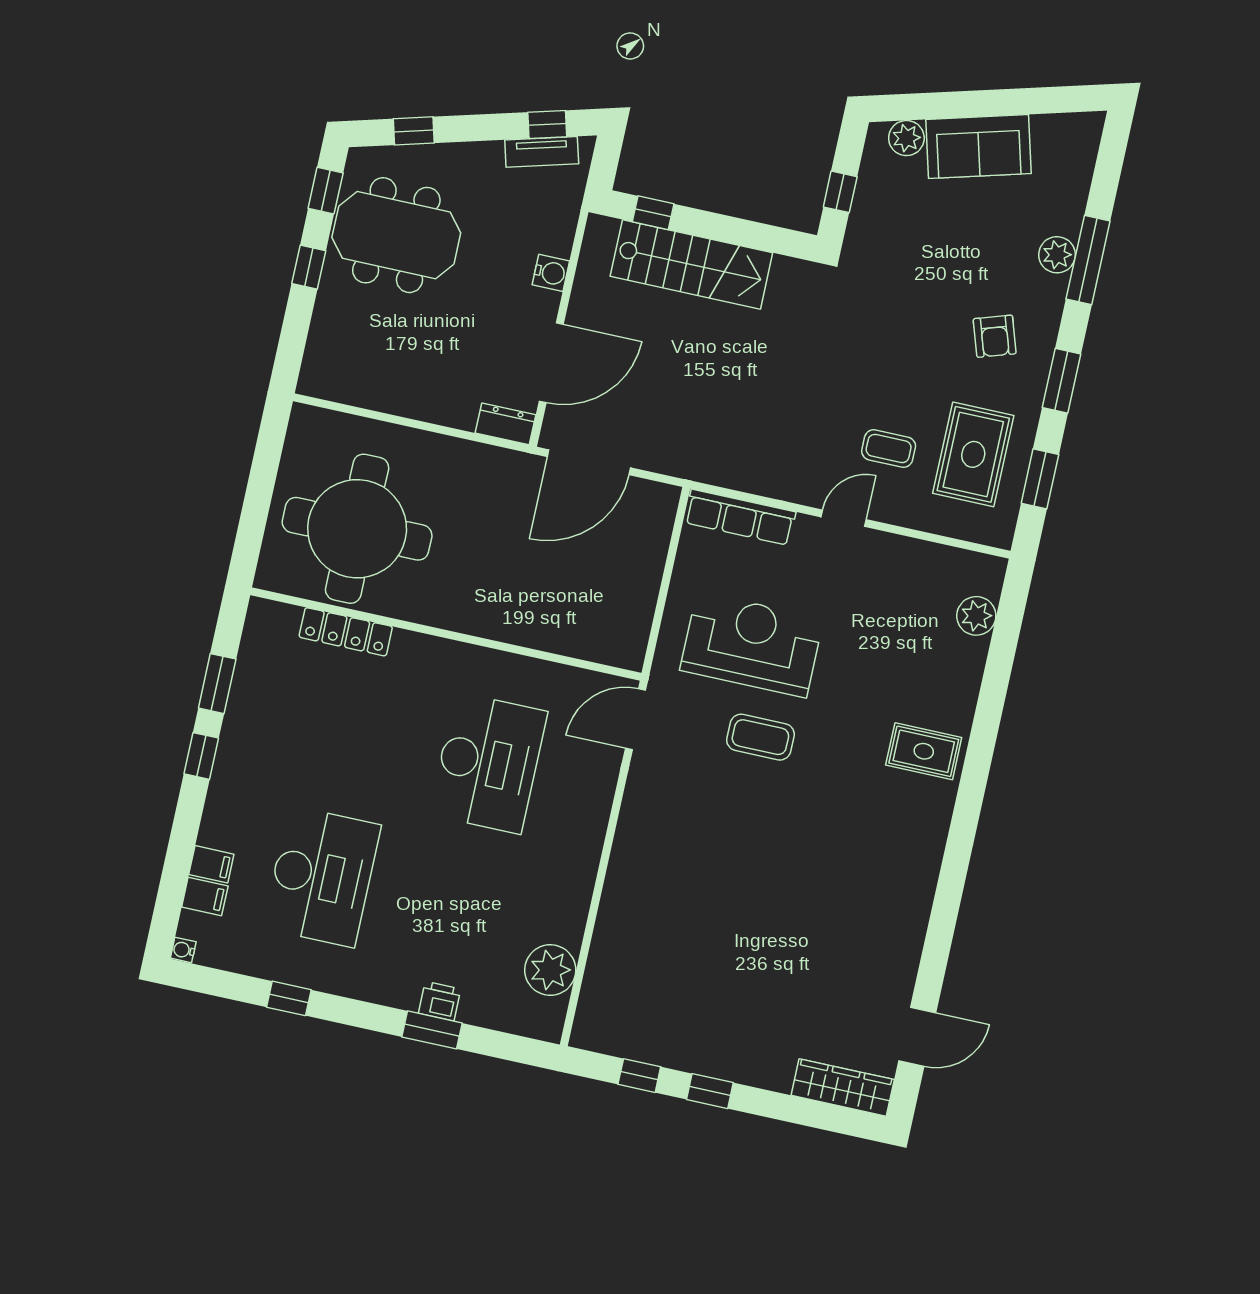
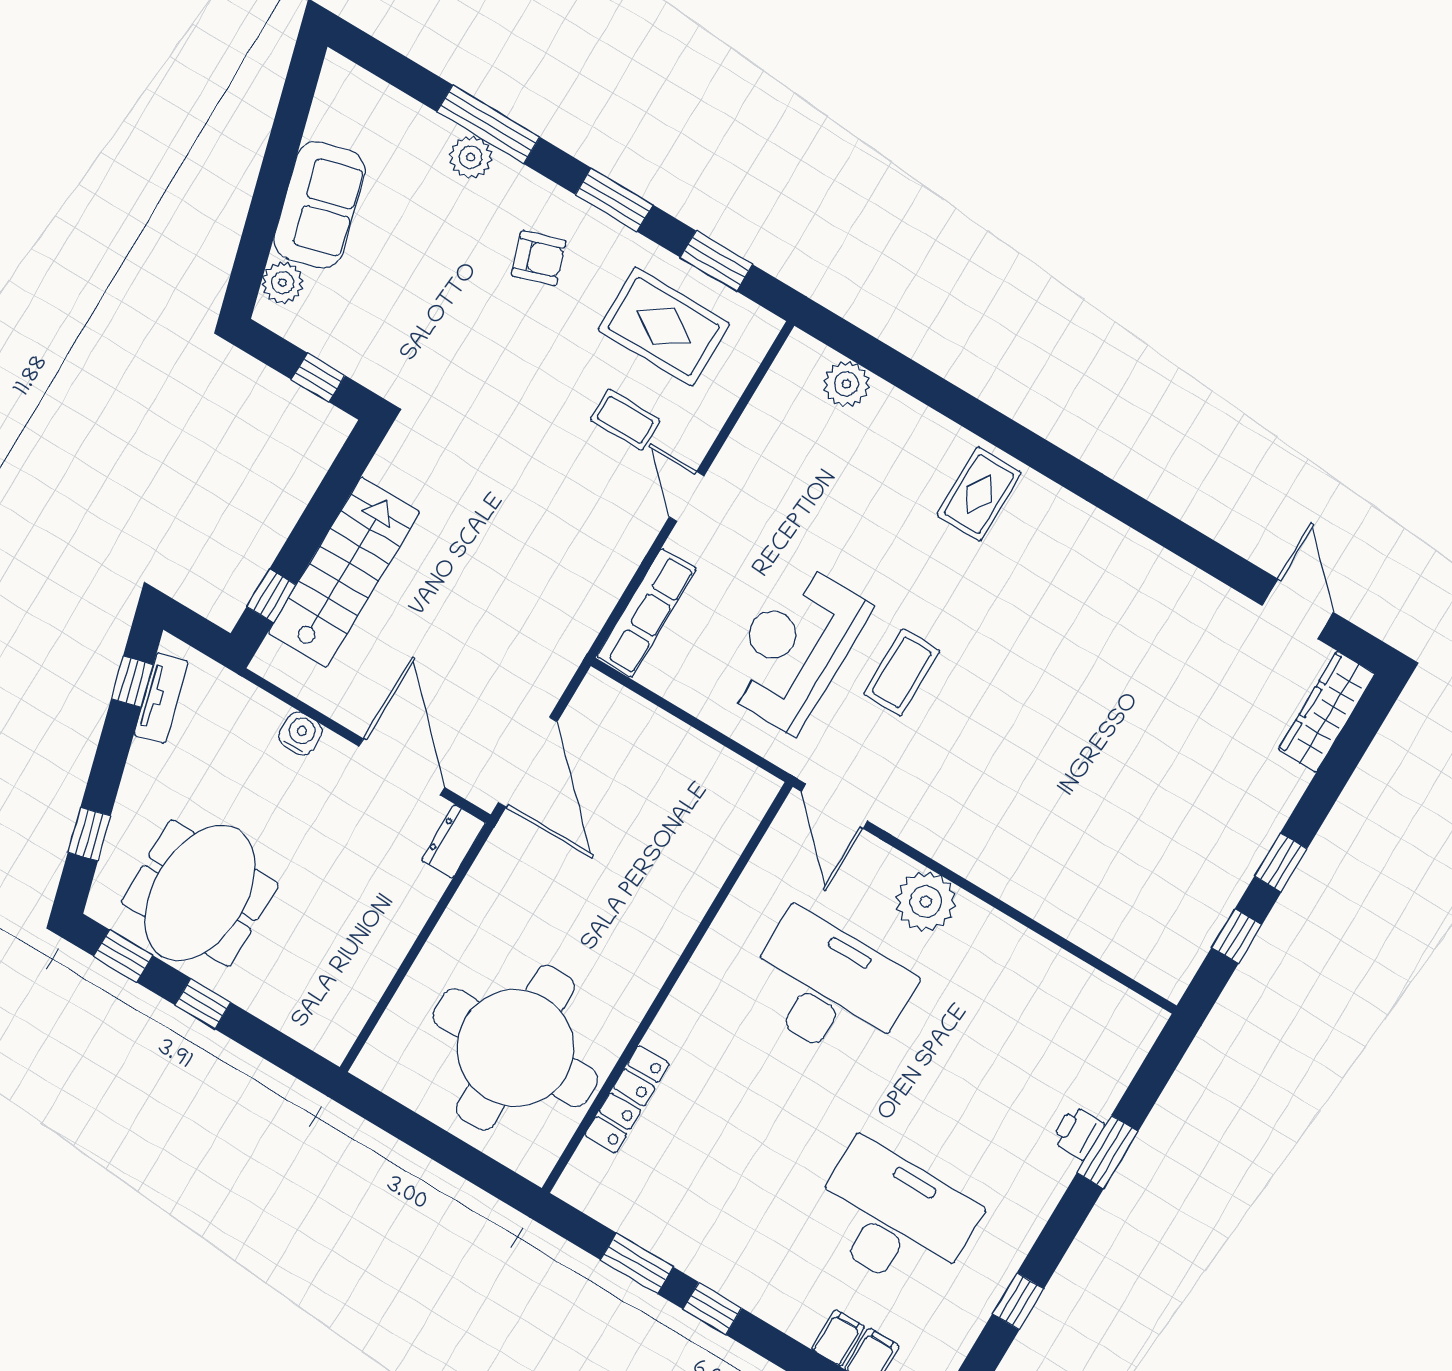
coffee table: (889, 449) -> (625, 420), turned 90
plant: (550, 970) -> (926, 902), moved

